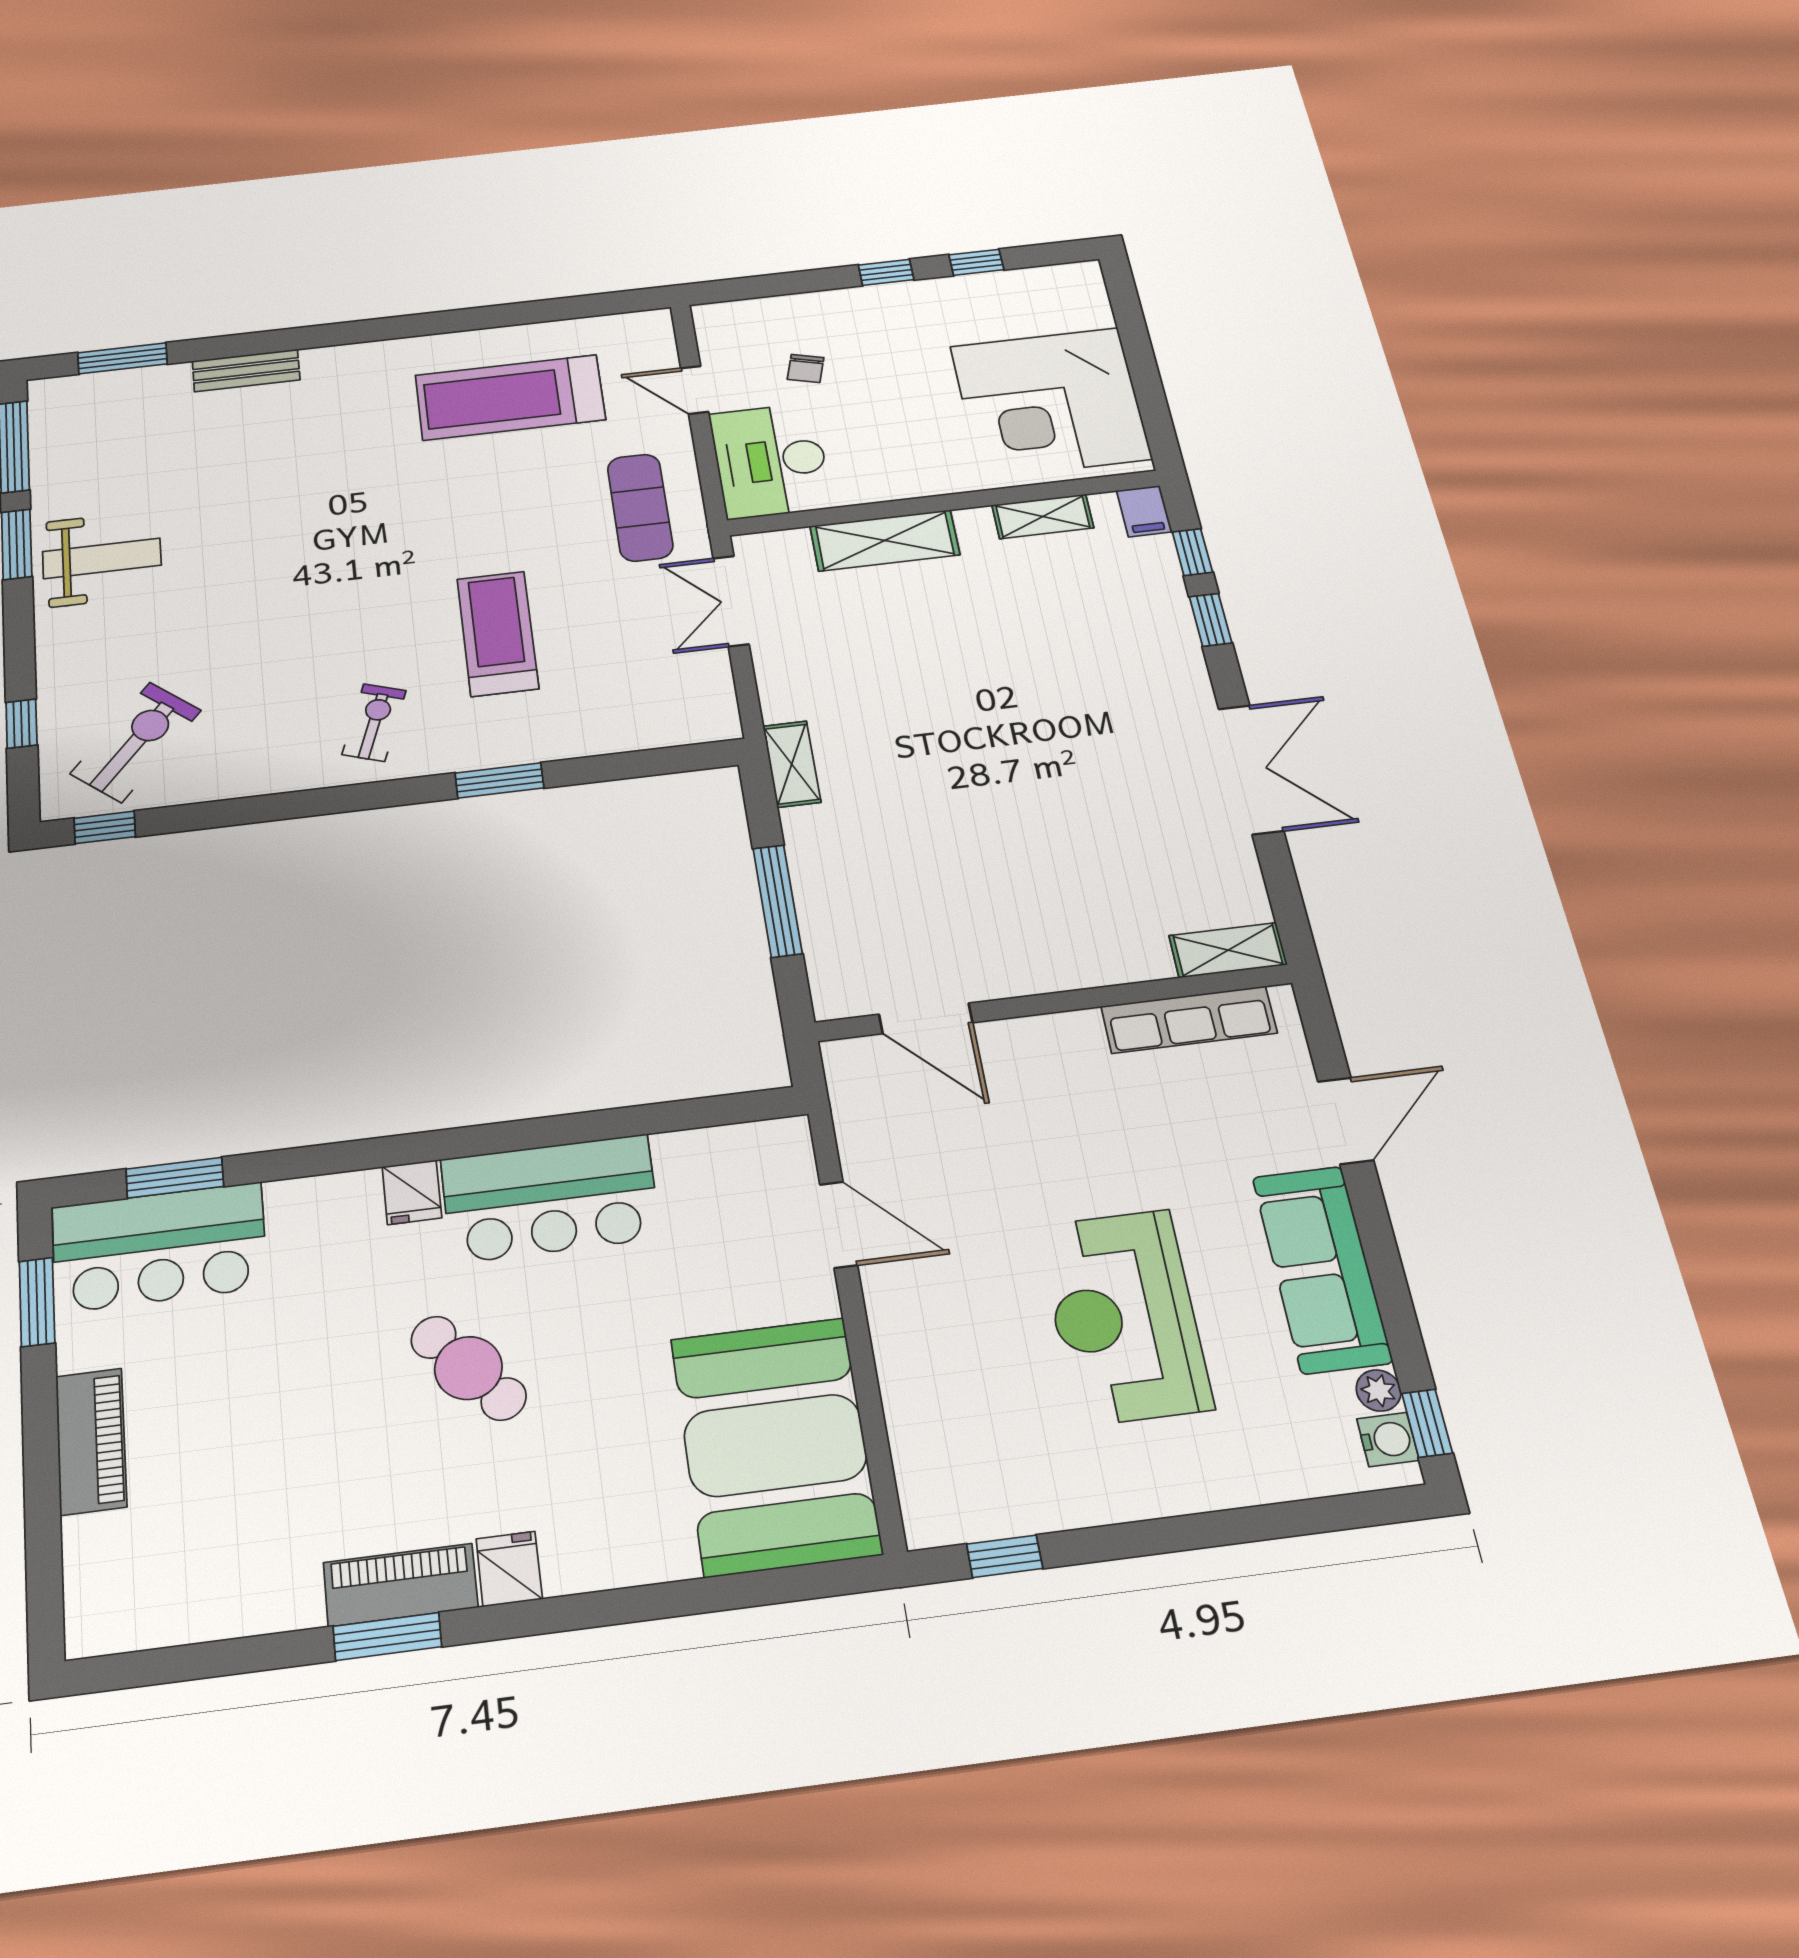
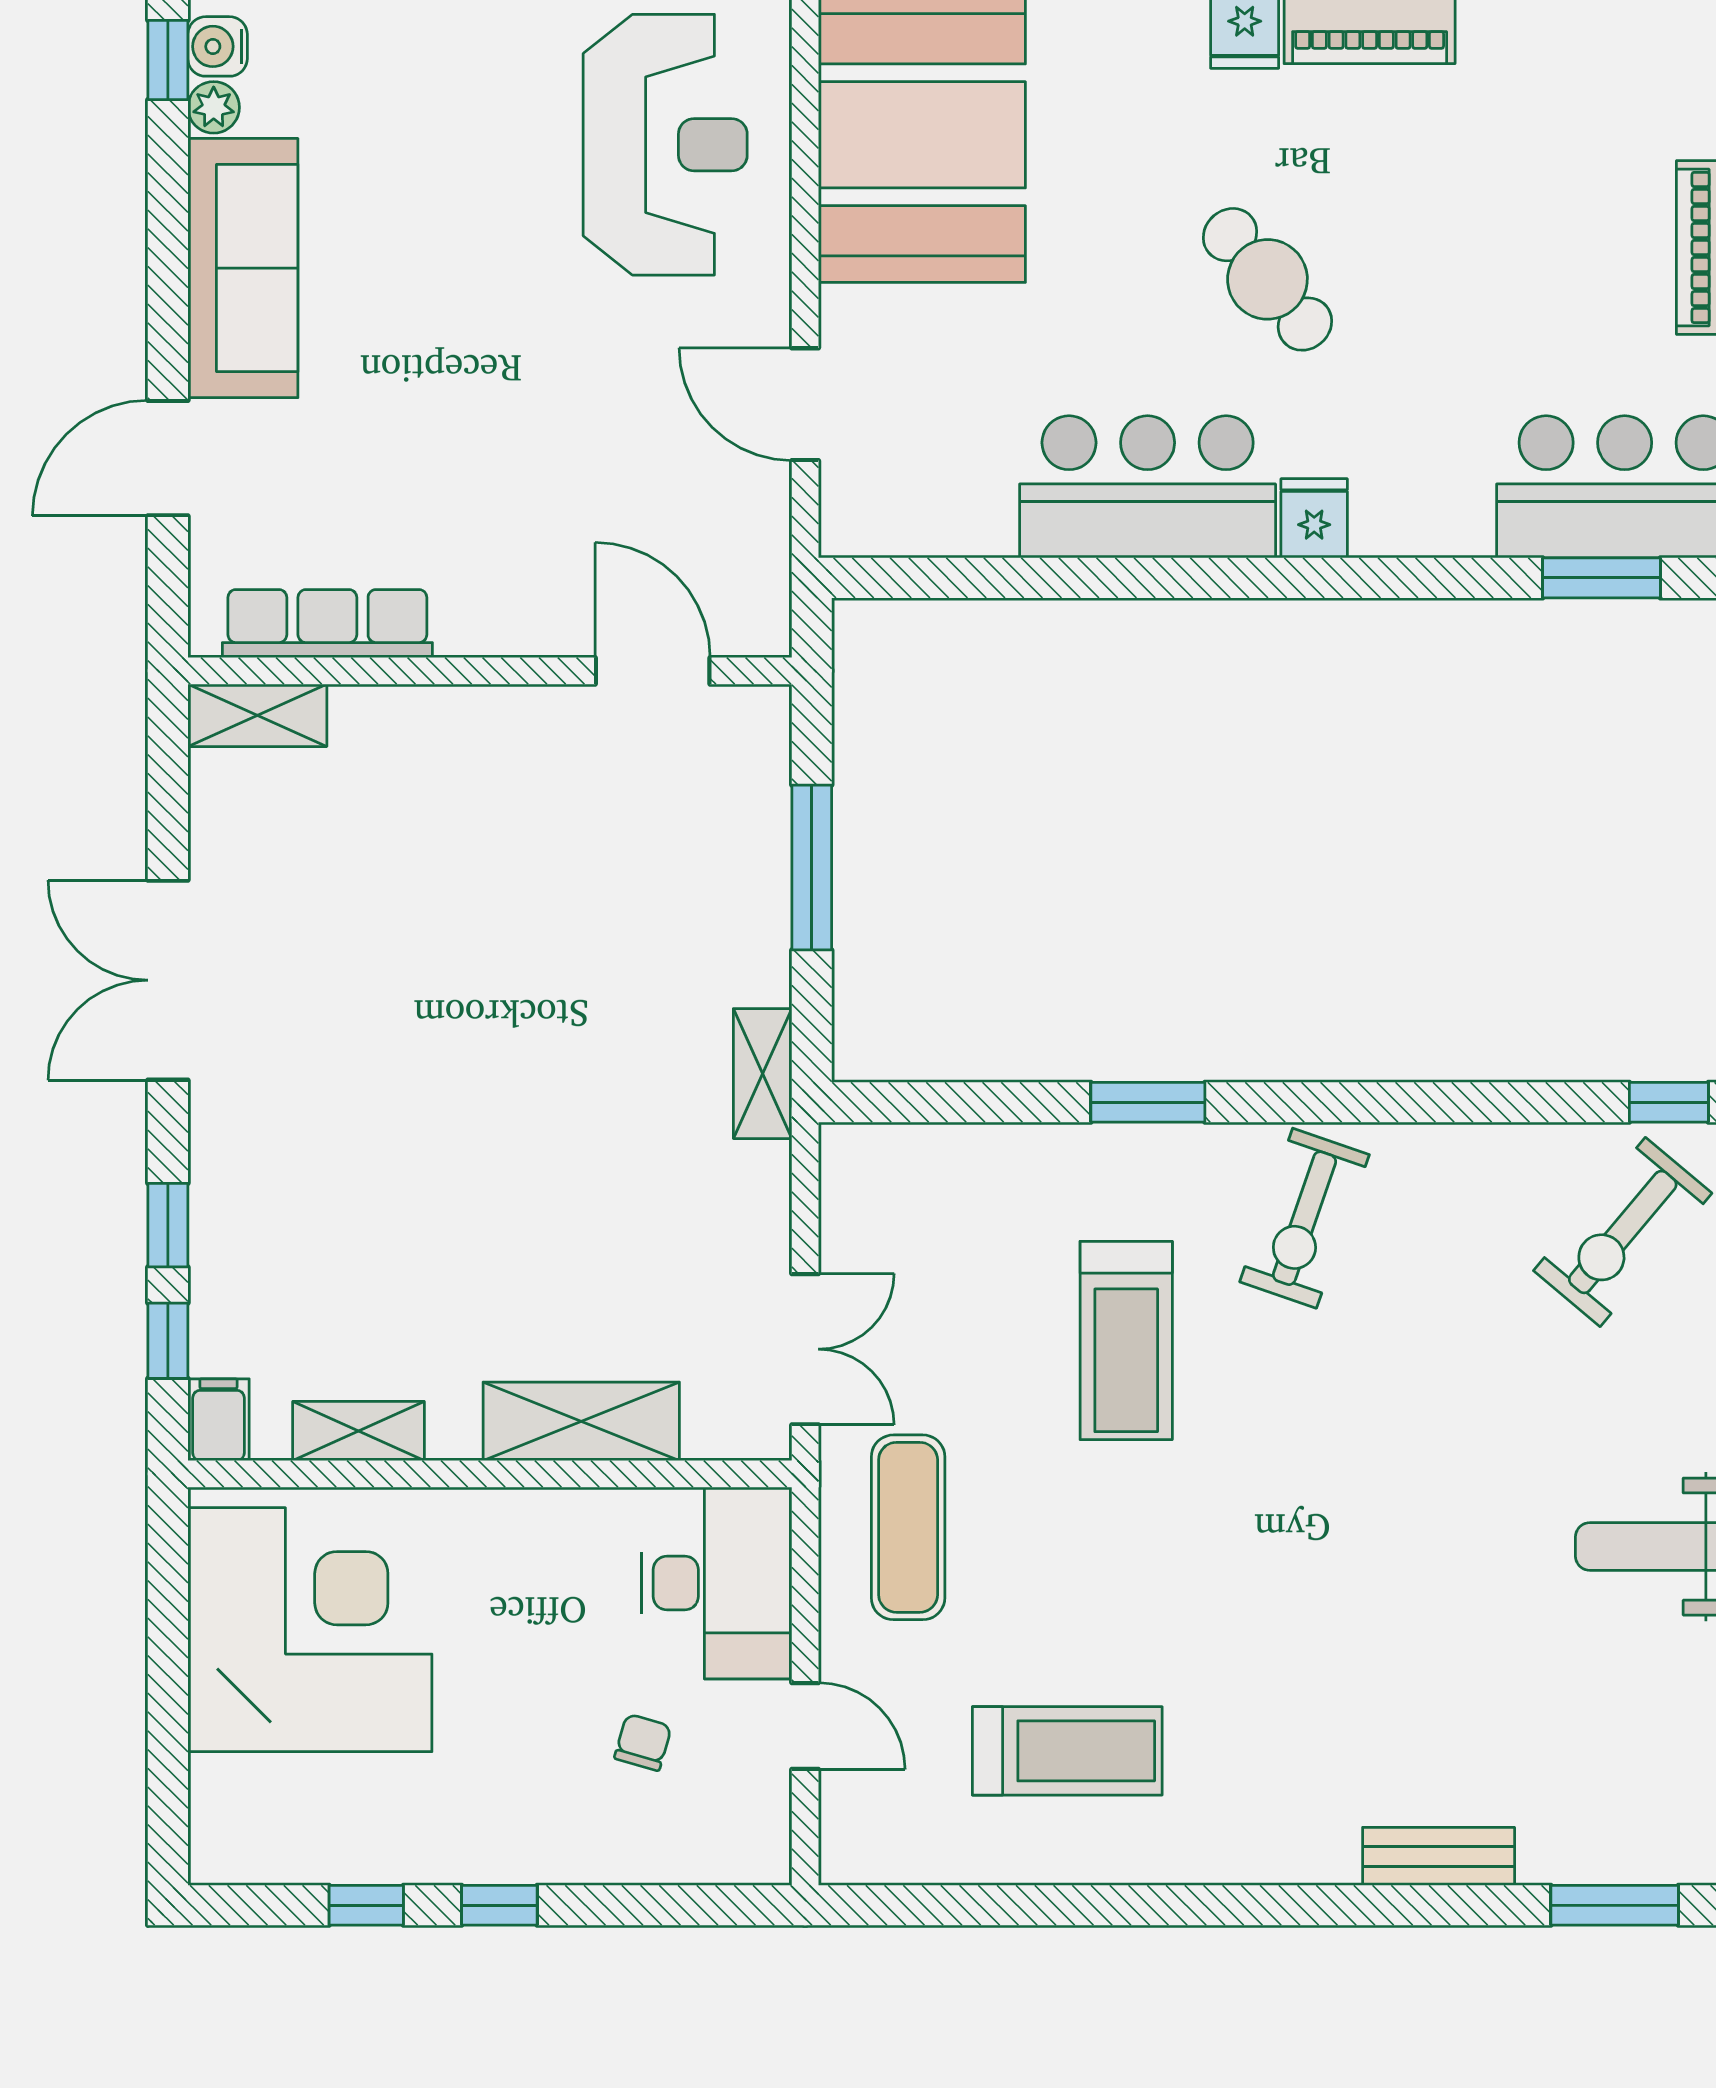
treadmill: (510, 397) -> (1067, 1751), width x0.73, depth x0.73
exercise bike: (374, 723) -> (1305, 1218), width x1.38, depth x1.39
reception desk: (1124, 1316) -> (665, 145), moved

